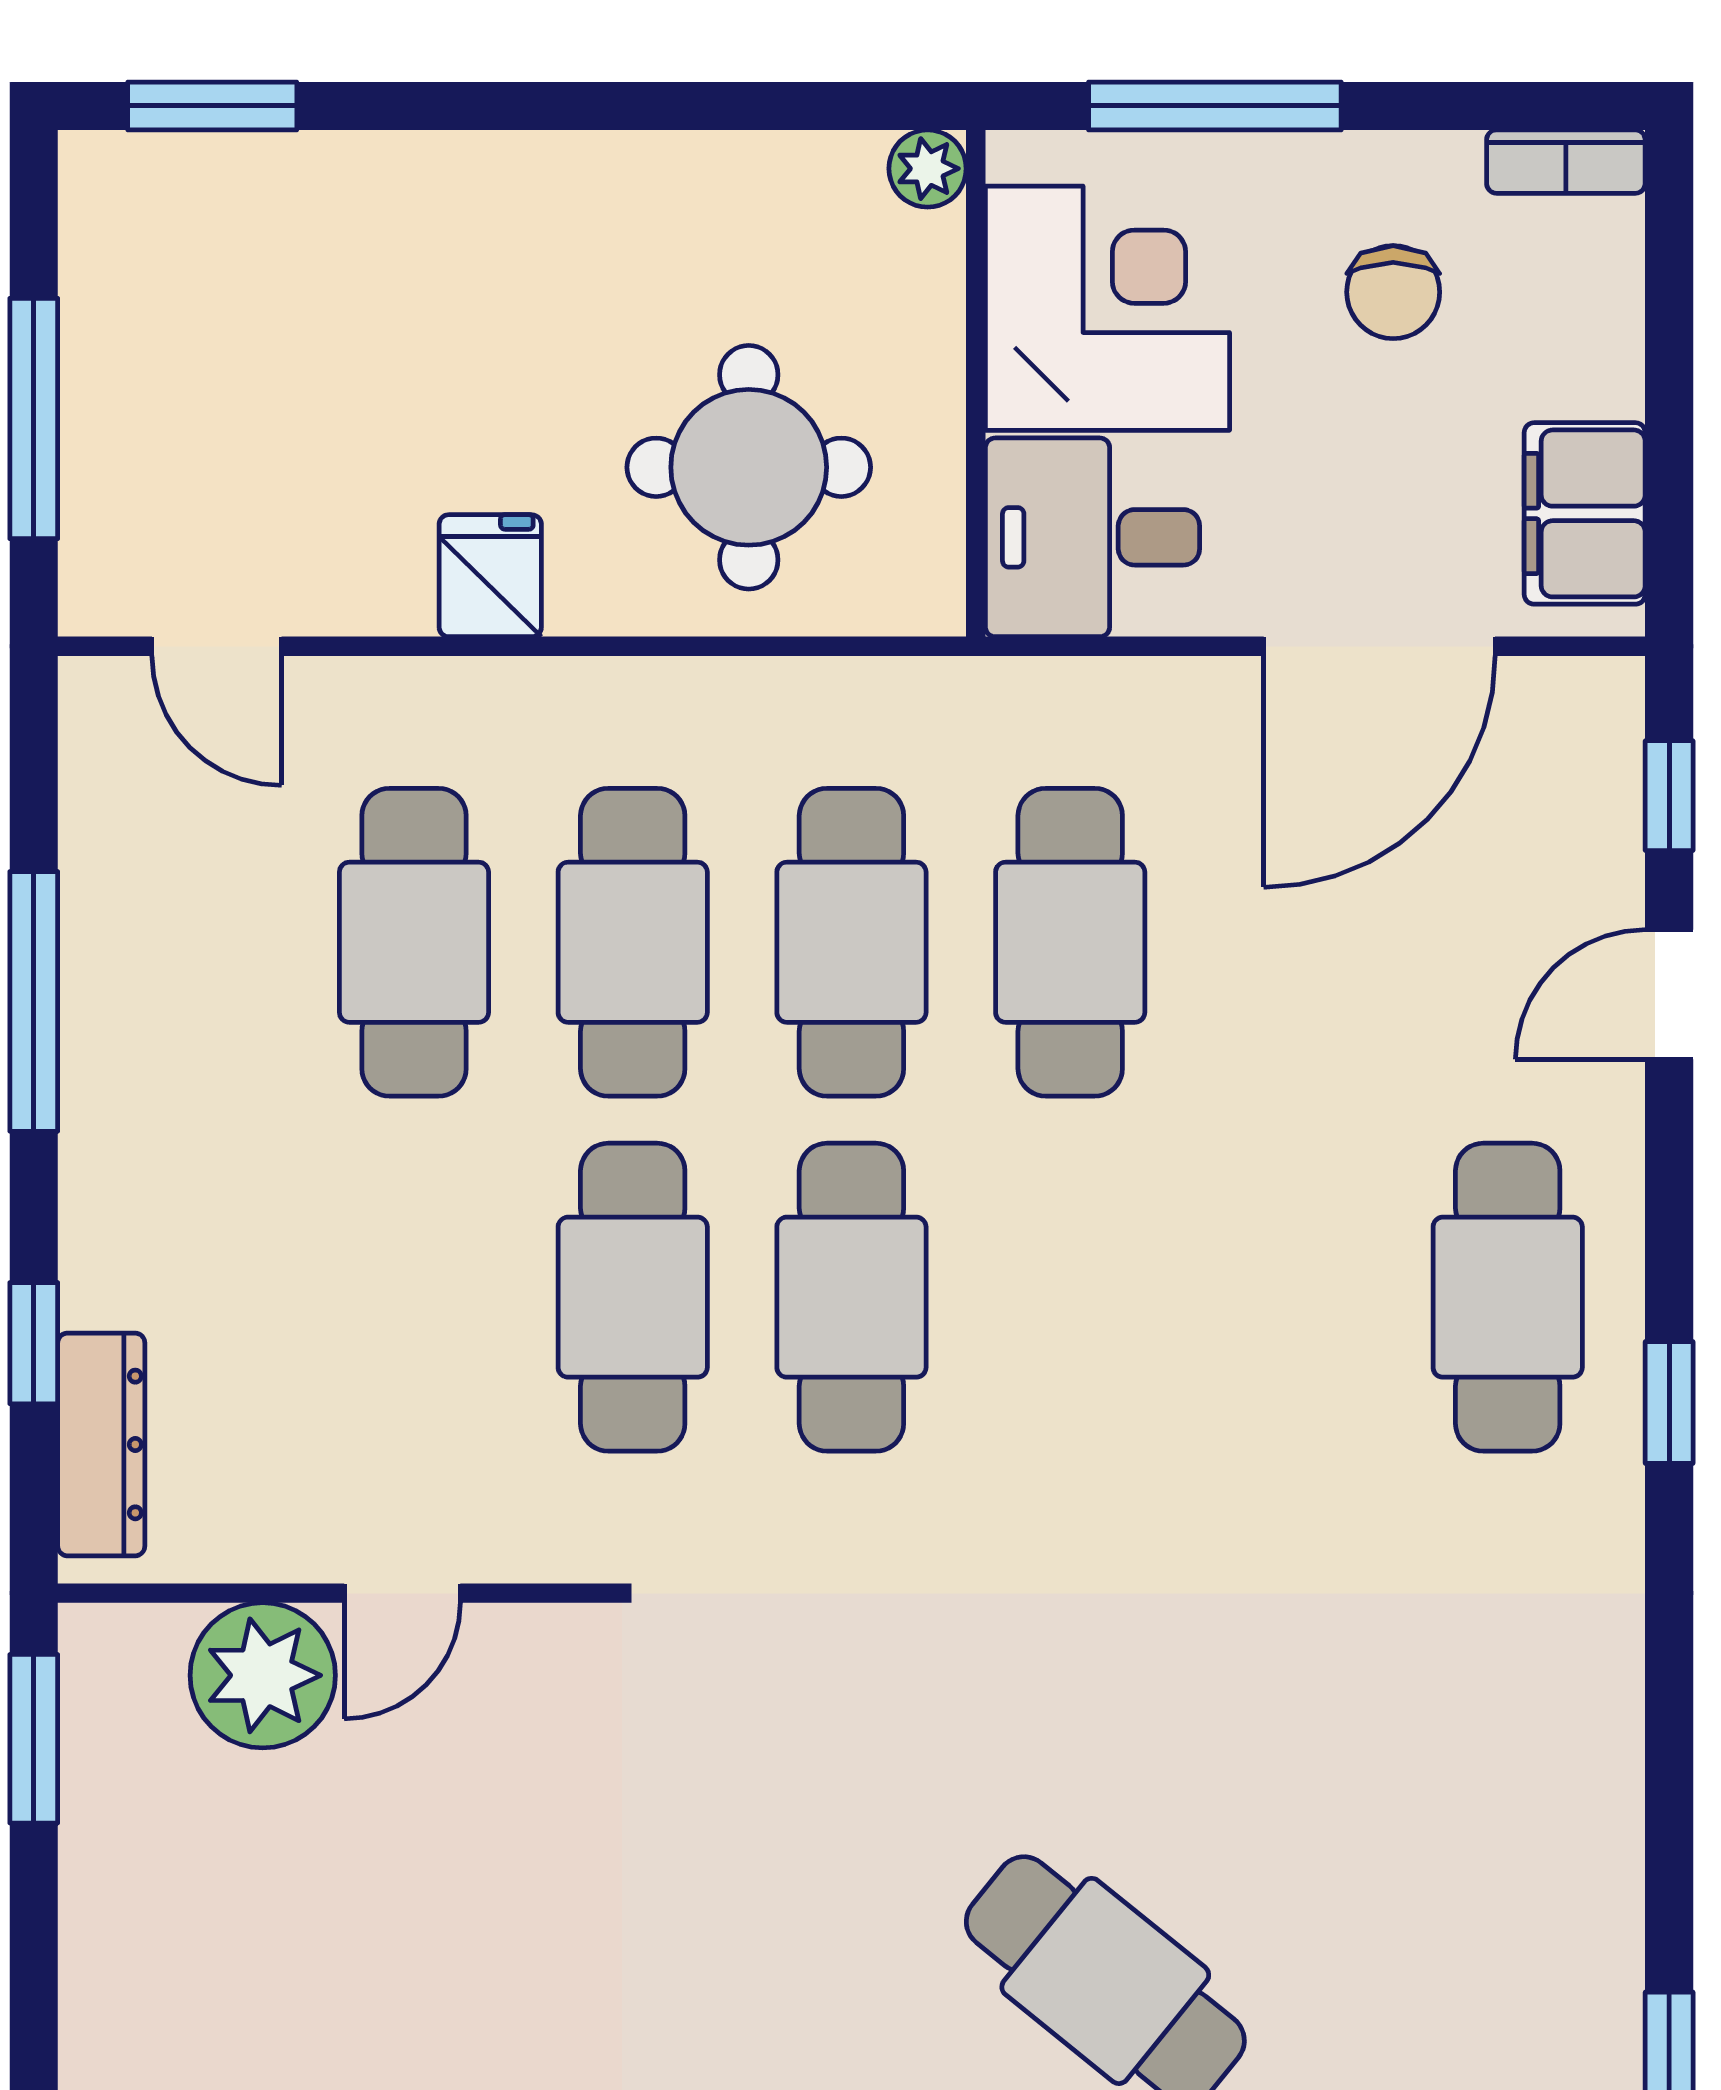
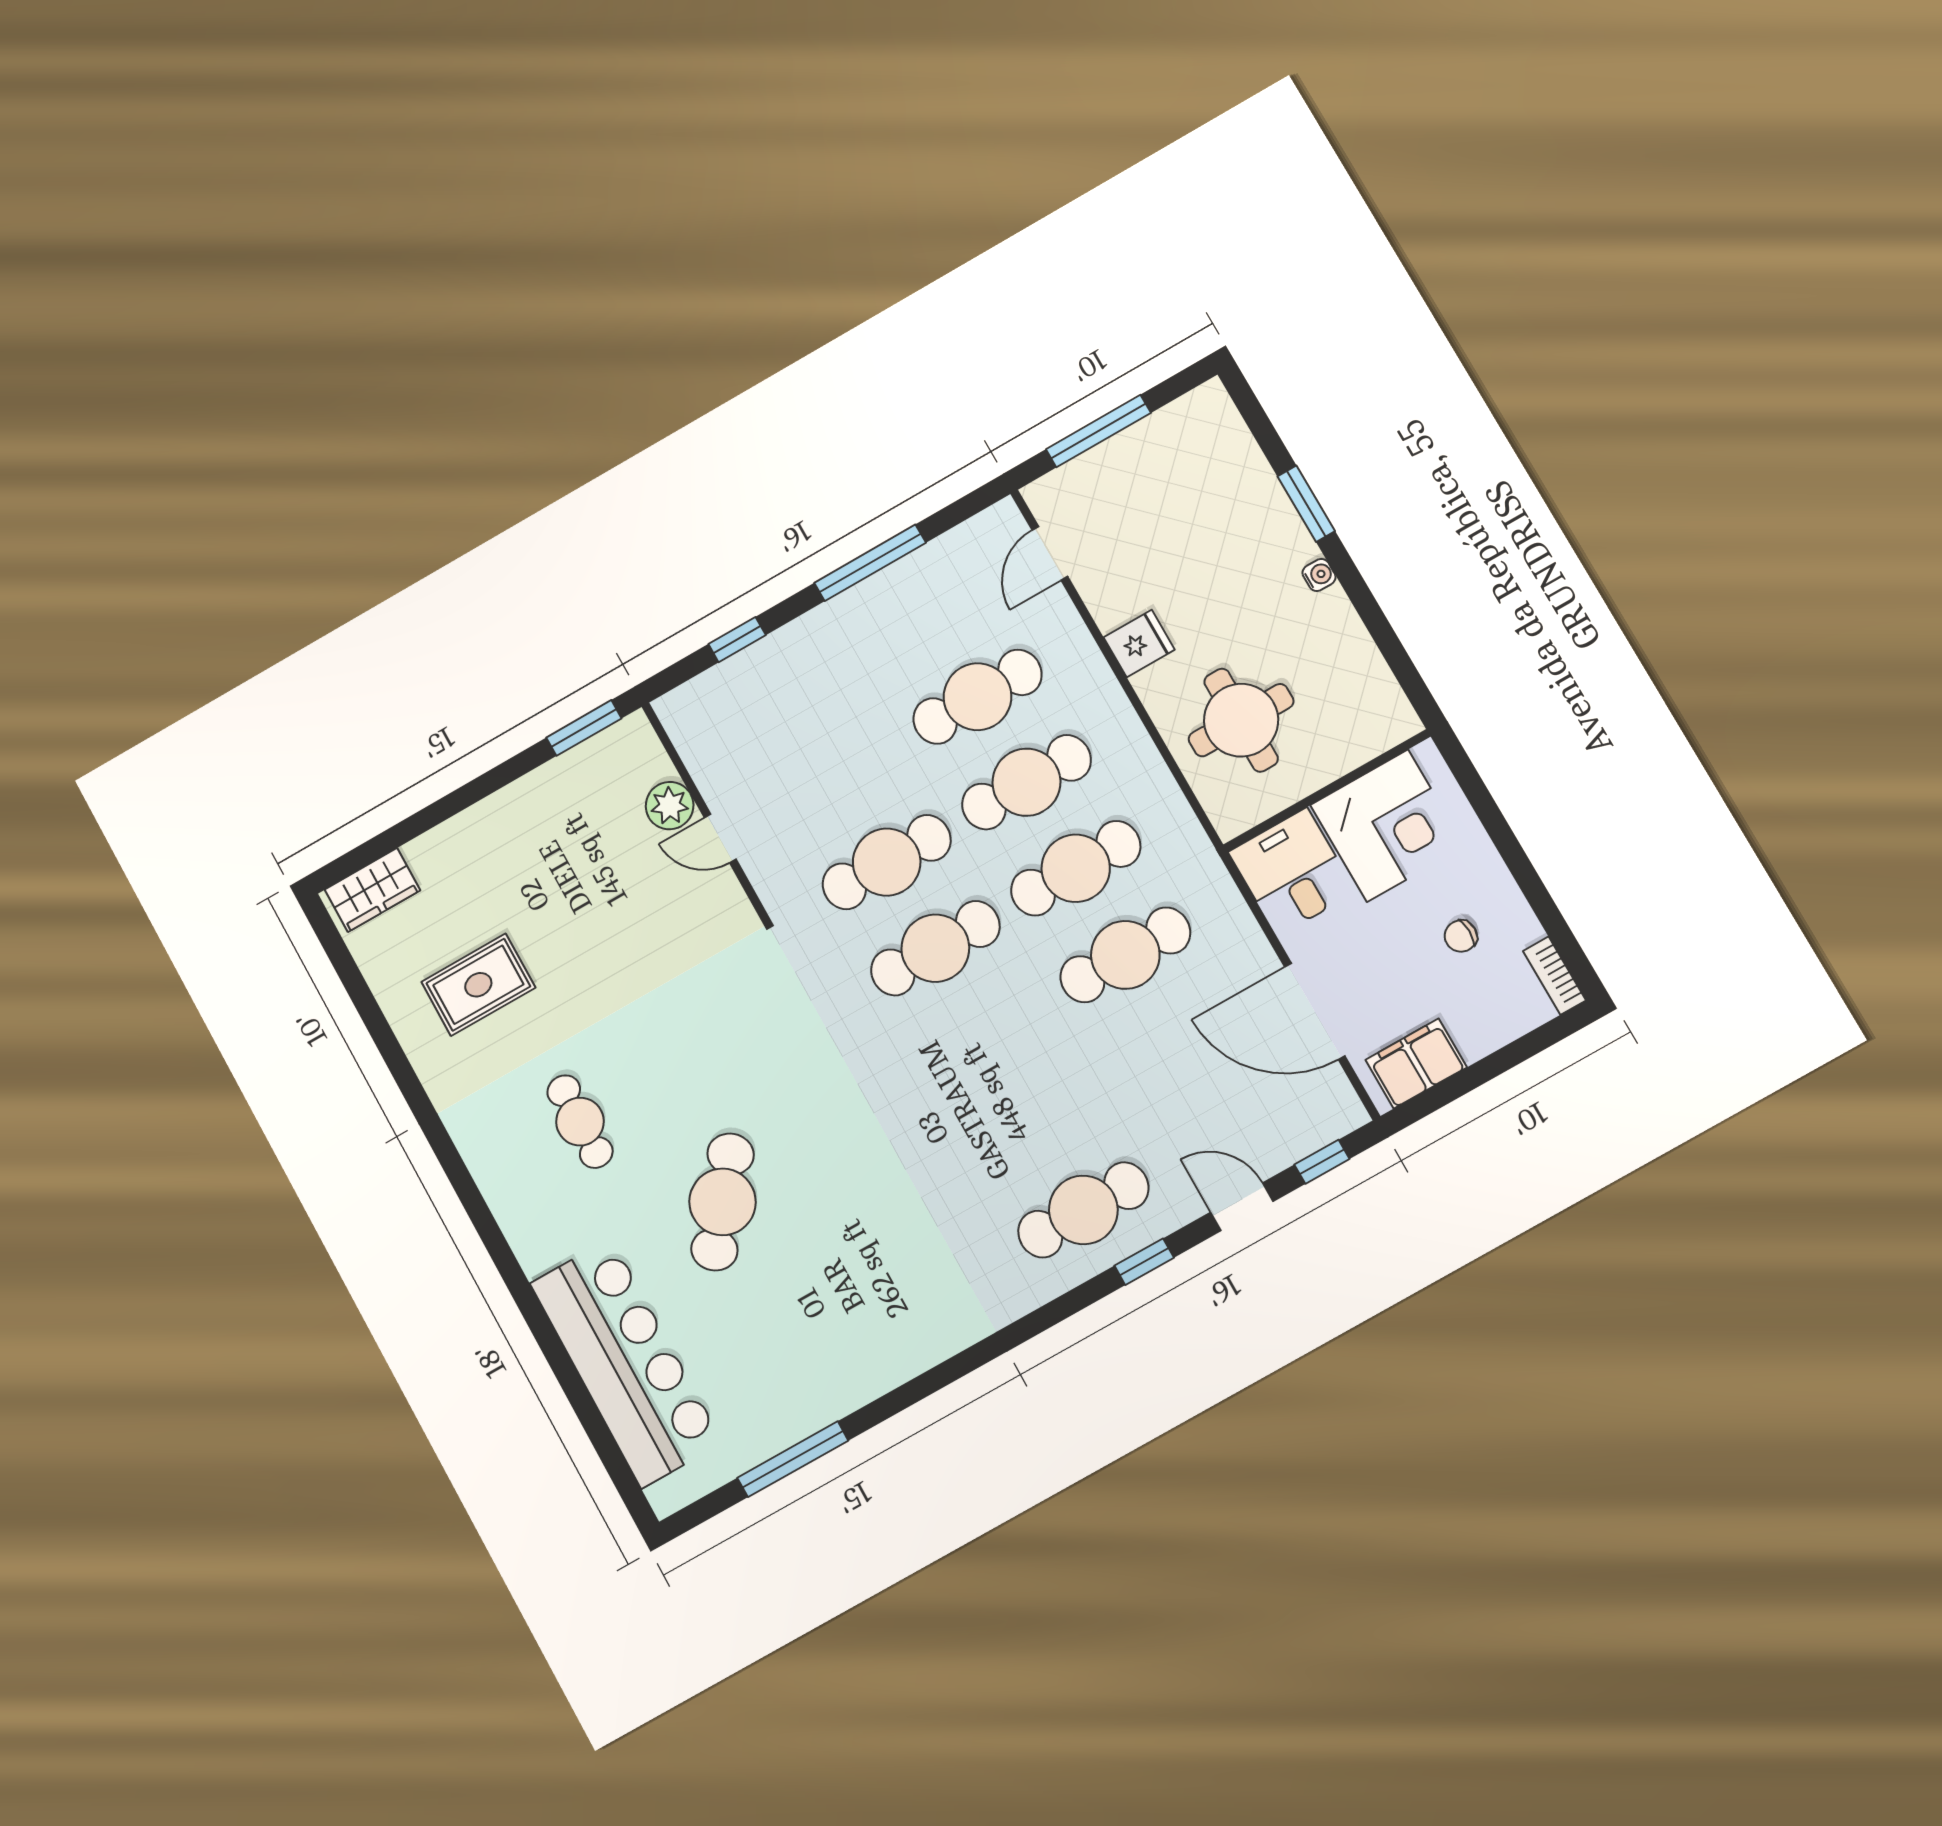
window: (212, 106) -> (1306, 504), moved
window: (1215, 106) -> (1494, 822), removed
water cooler: (556, 161) -> (1319, 575), added
plant: (928, 169) -> (1402, 723), removed
chair: (1393, 292) -> (1461, 936), width x0.73, depth x0.73
window: (1669, 1403) -> (1144, 1262), moved
dresser: (101, 1444) -> (712, 688), removed
plant: (263, 1675) -> (670, 806), width x0.73, depth x0.73

